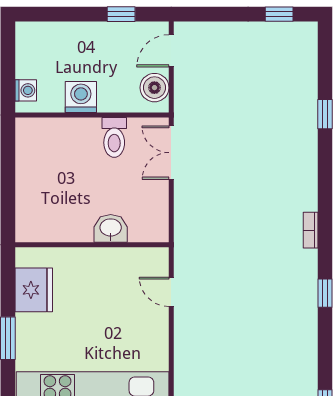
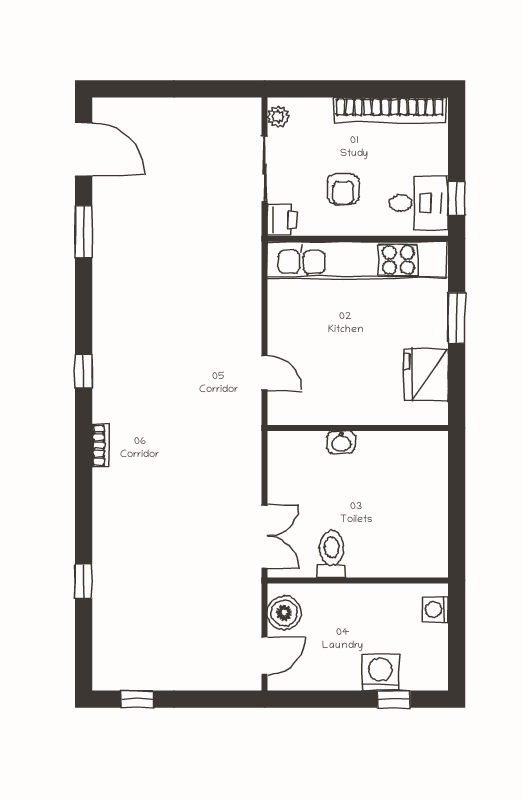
window: (121, 14) -> (394, 699), moved
washing machine: (81, 97) -> (380, 672), moved, turned 180
washbasin: (111, 228) -> (341, 442), width x0.72, depth x0.69

